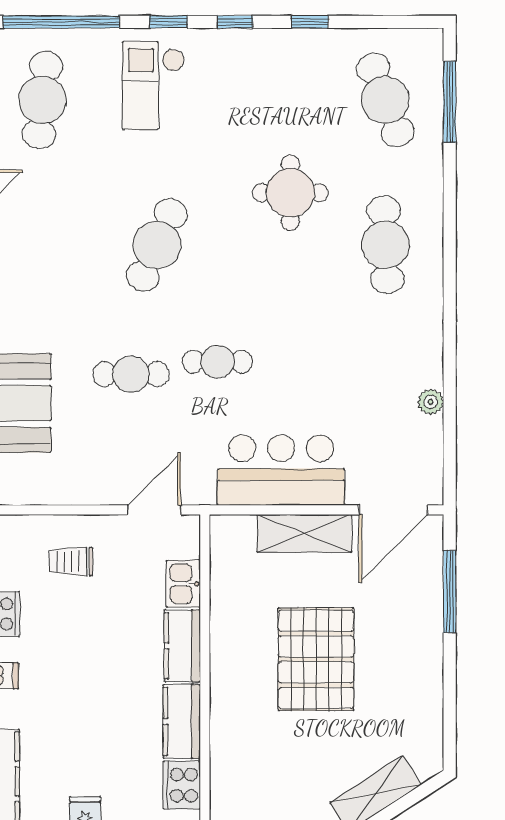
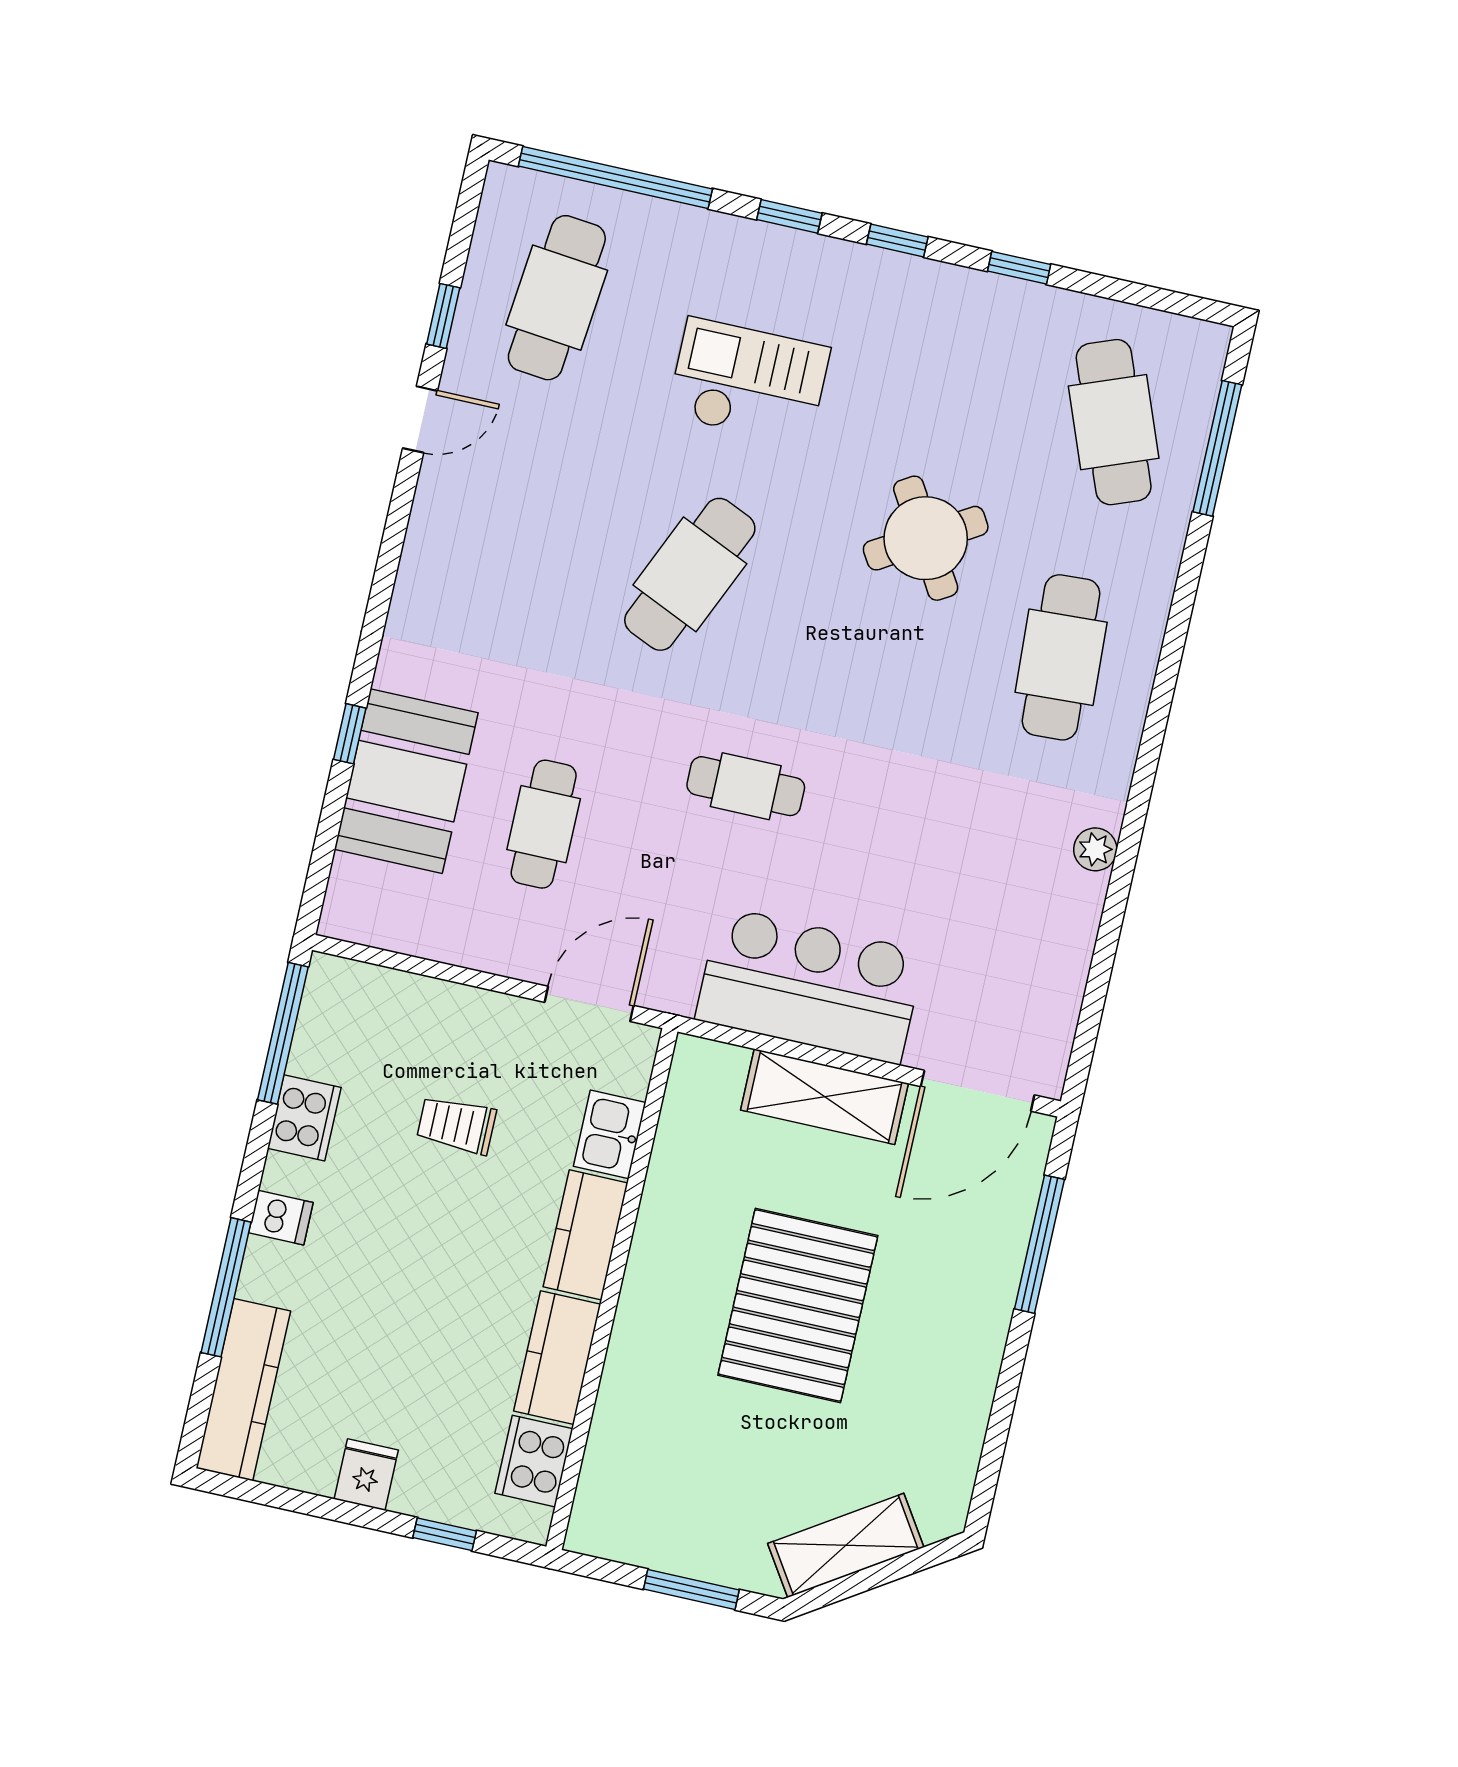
checkout: (153, 86) -> (749, 382), moved, turned 90
round table: (290, 193) -> (926, 538), turned -31
cafe table: (131, 374) -> (544, 824), moved, turned 90
plant: (431, 402) -> (1095, 849), moved
trolley: (71, 562) -> (456, 1125), moved

